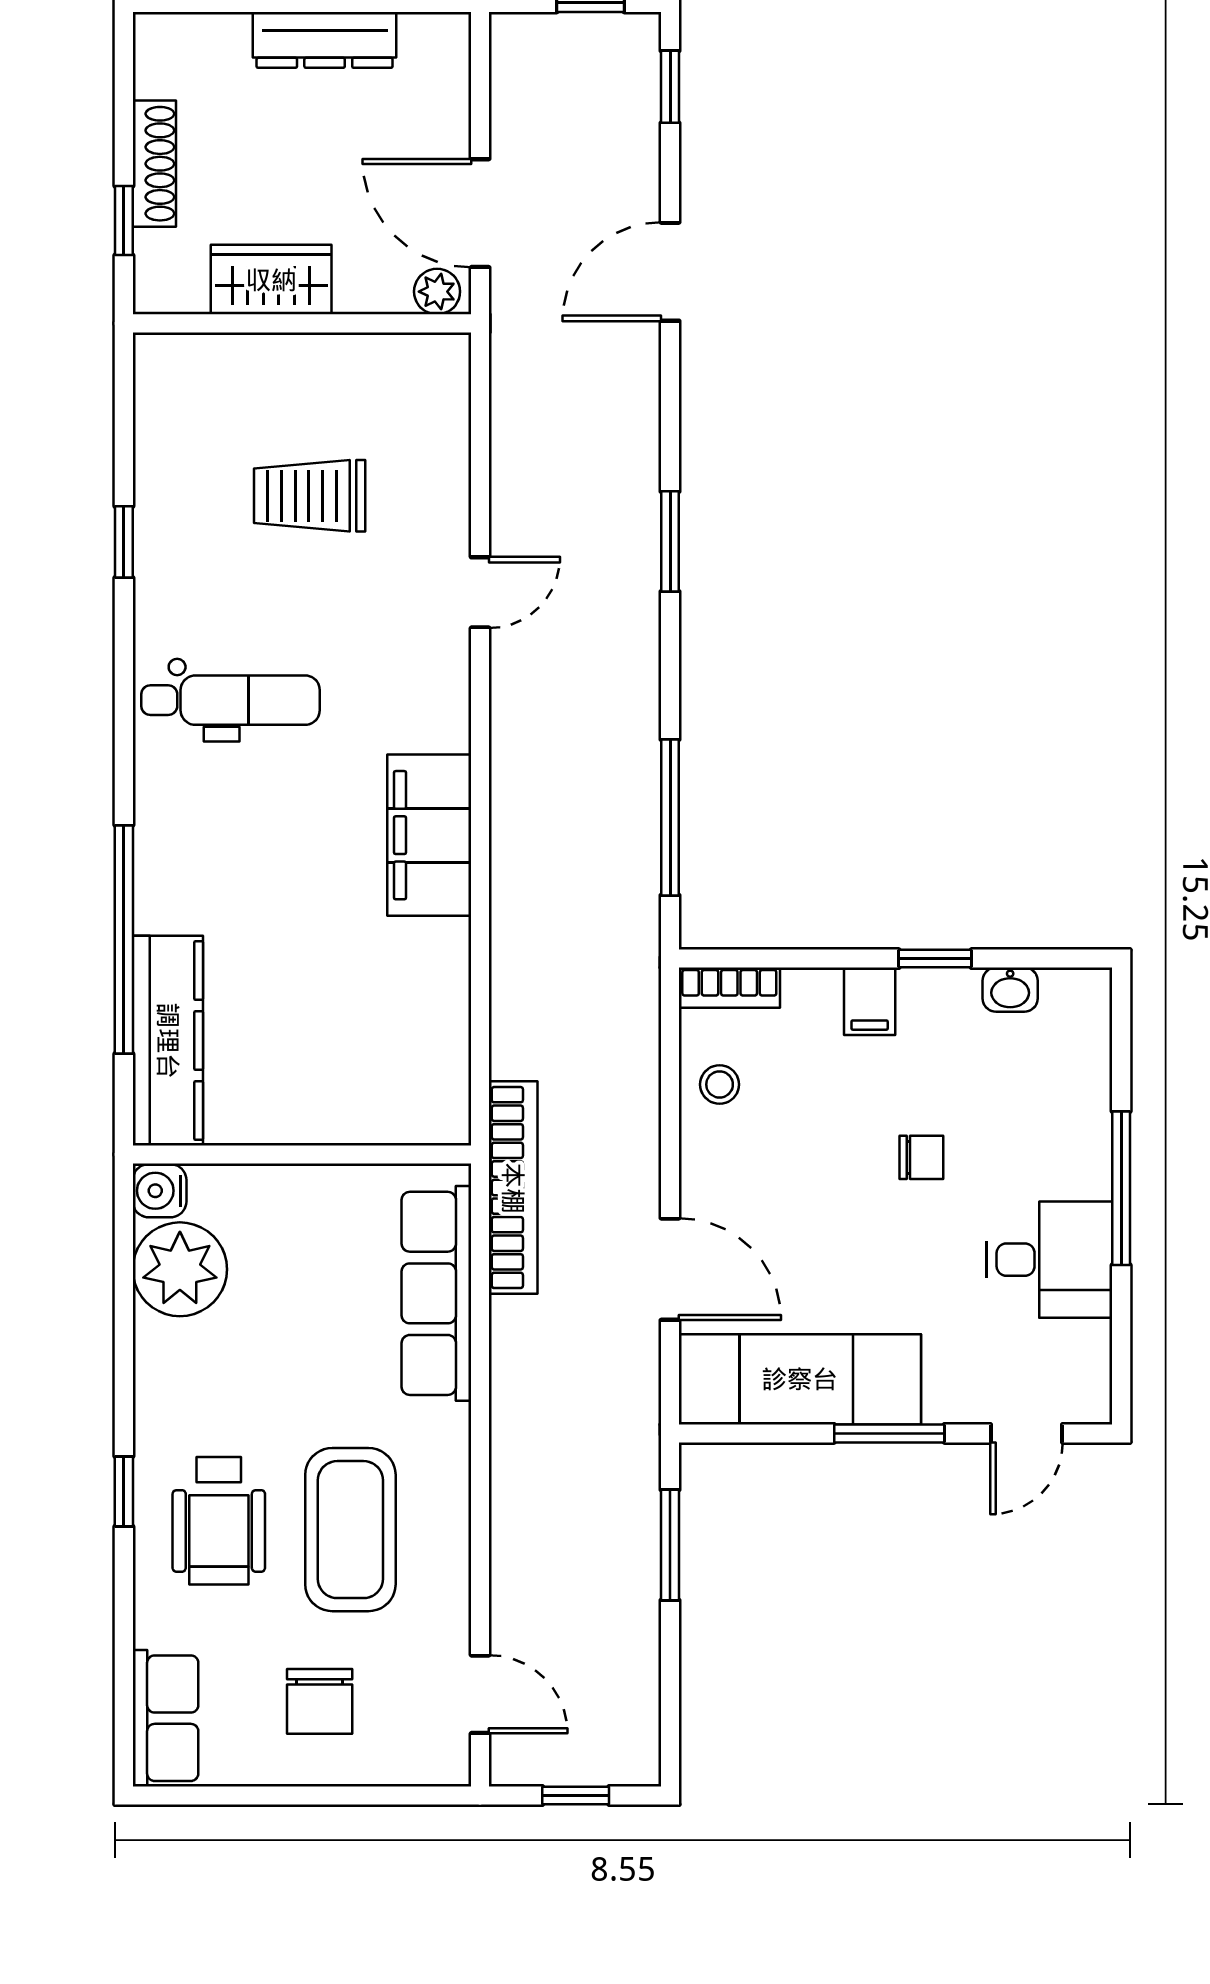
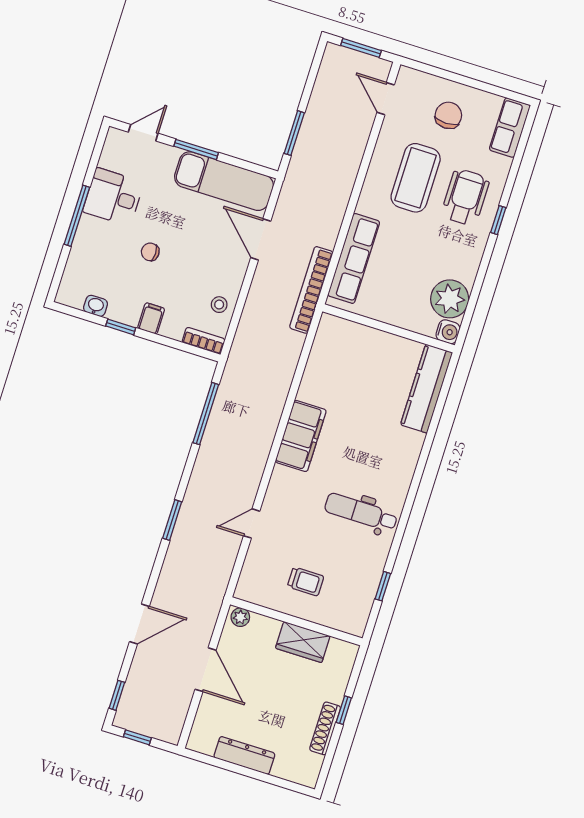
wardrobe: (271, 280) -> (303, 642), moved
plant: (437, 292) -> (240, 617), moved
wall: (302, 323) -> (296, 621), moved
trolley: (310, 496) -> (306, 581), width x0.73, depth x0.72
window: (124, 939) -> (431, 433), removed
window: (576, 1795) -> (361, 48), width x1.50

